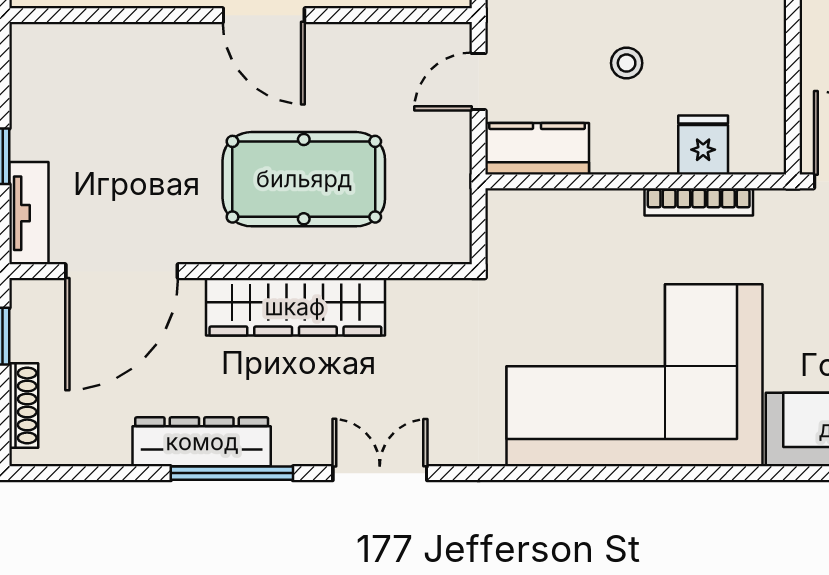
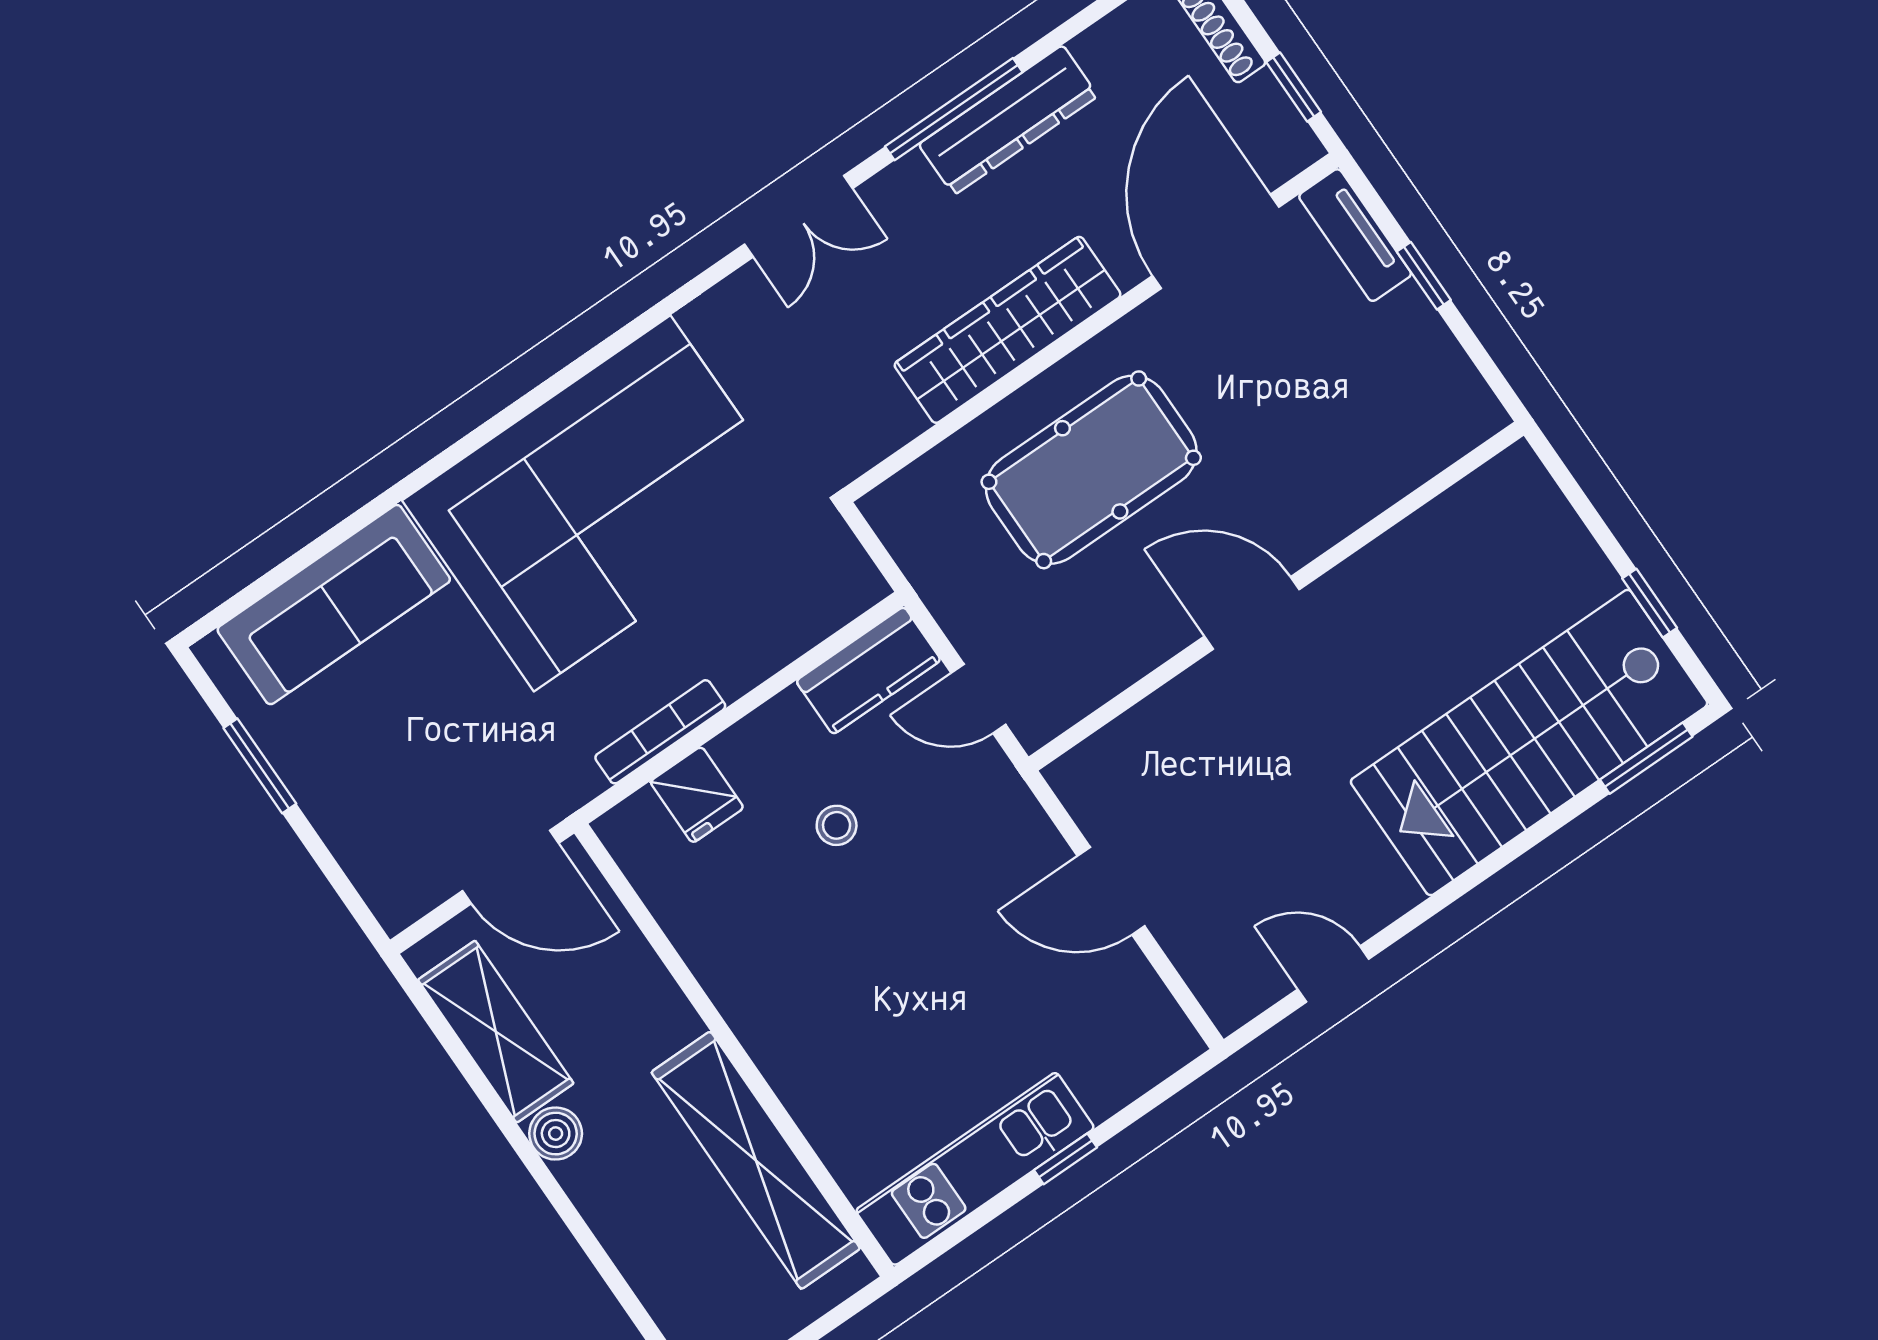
door: (479, 82) -> (978, 699), swing flipped

